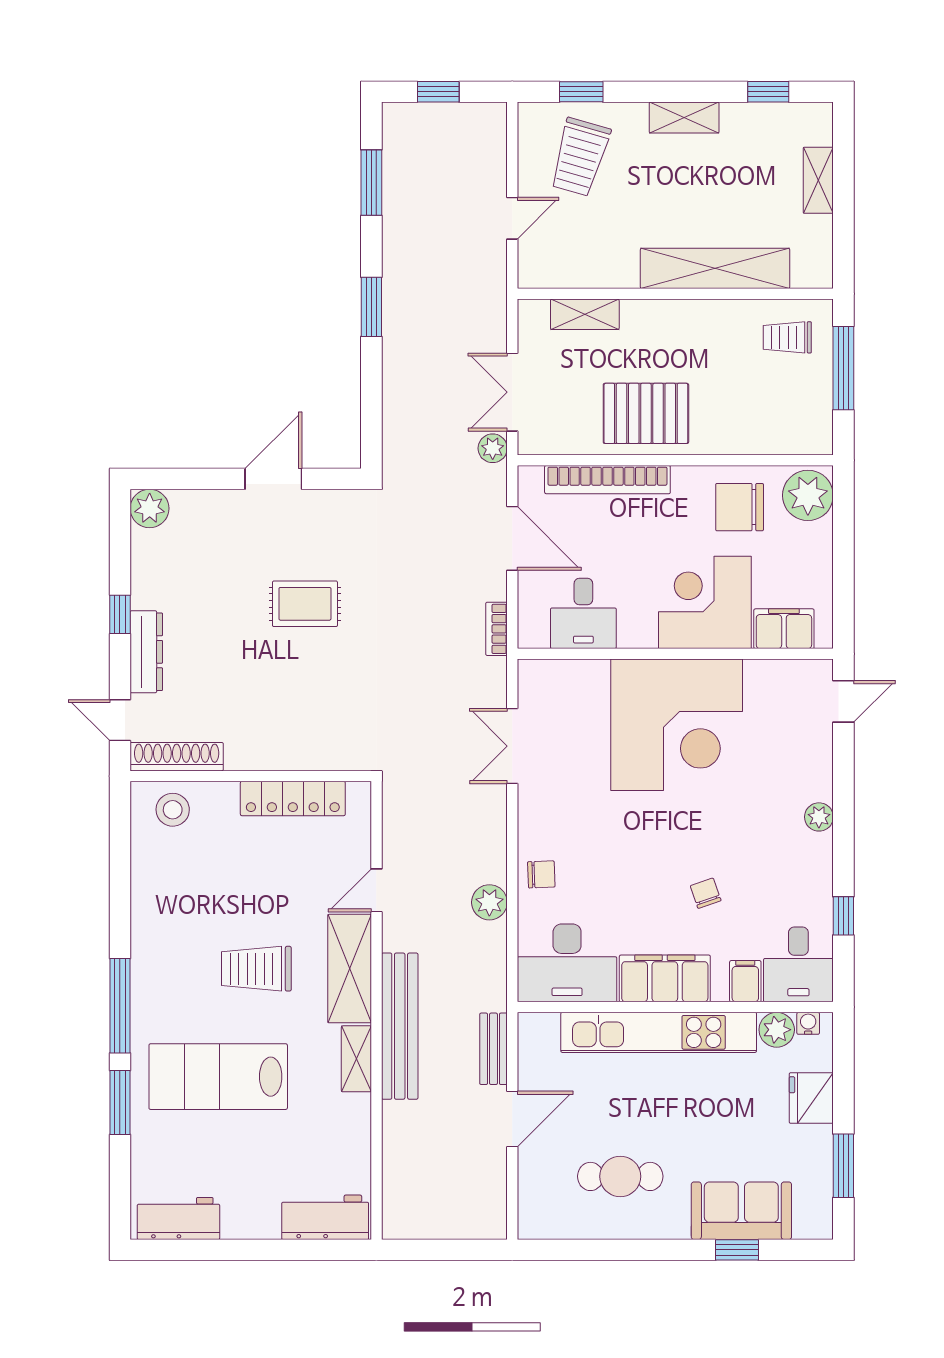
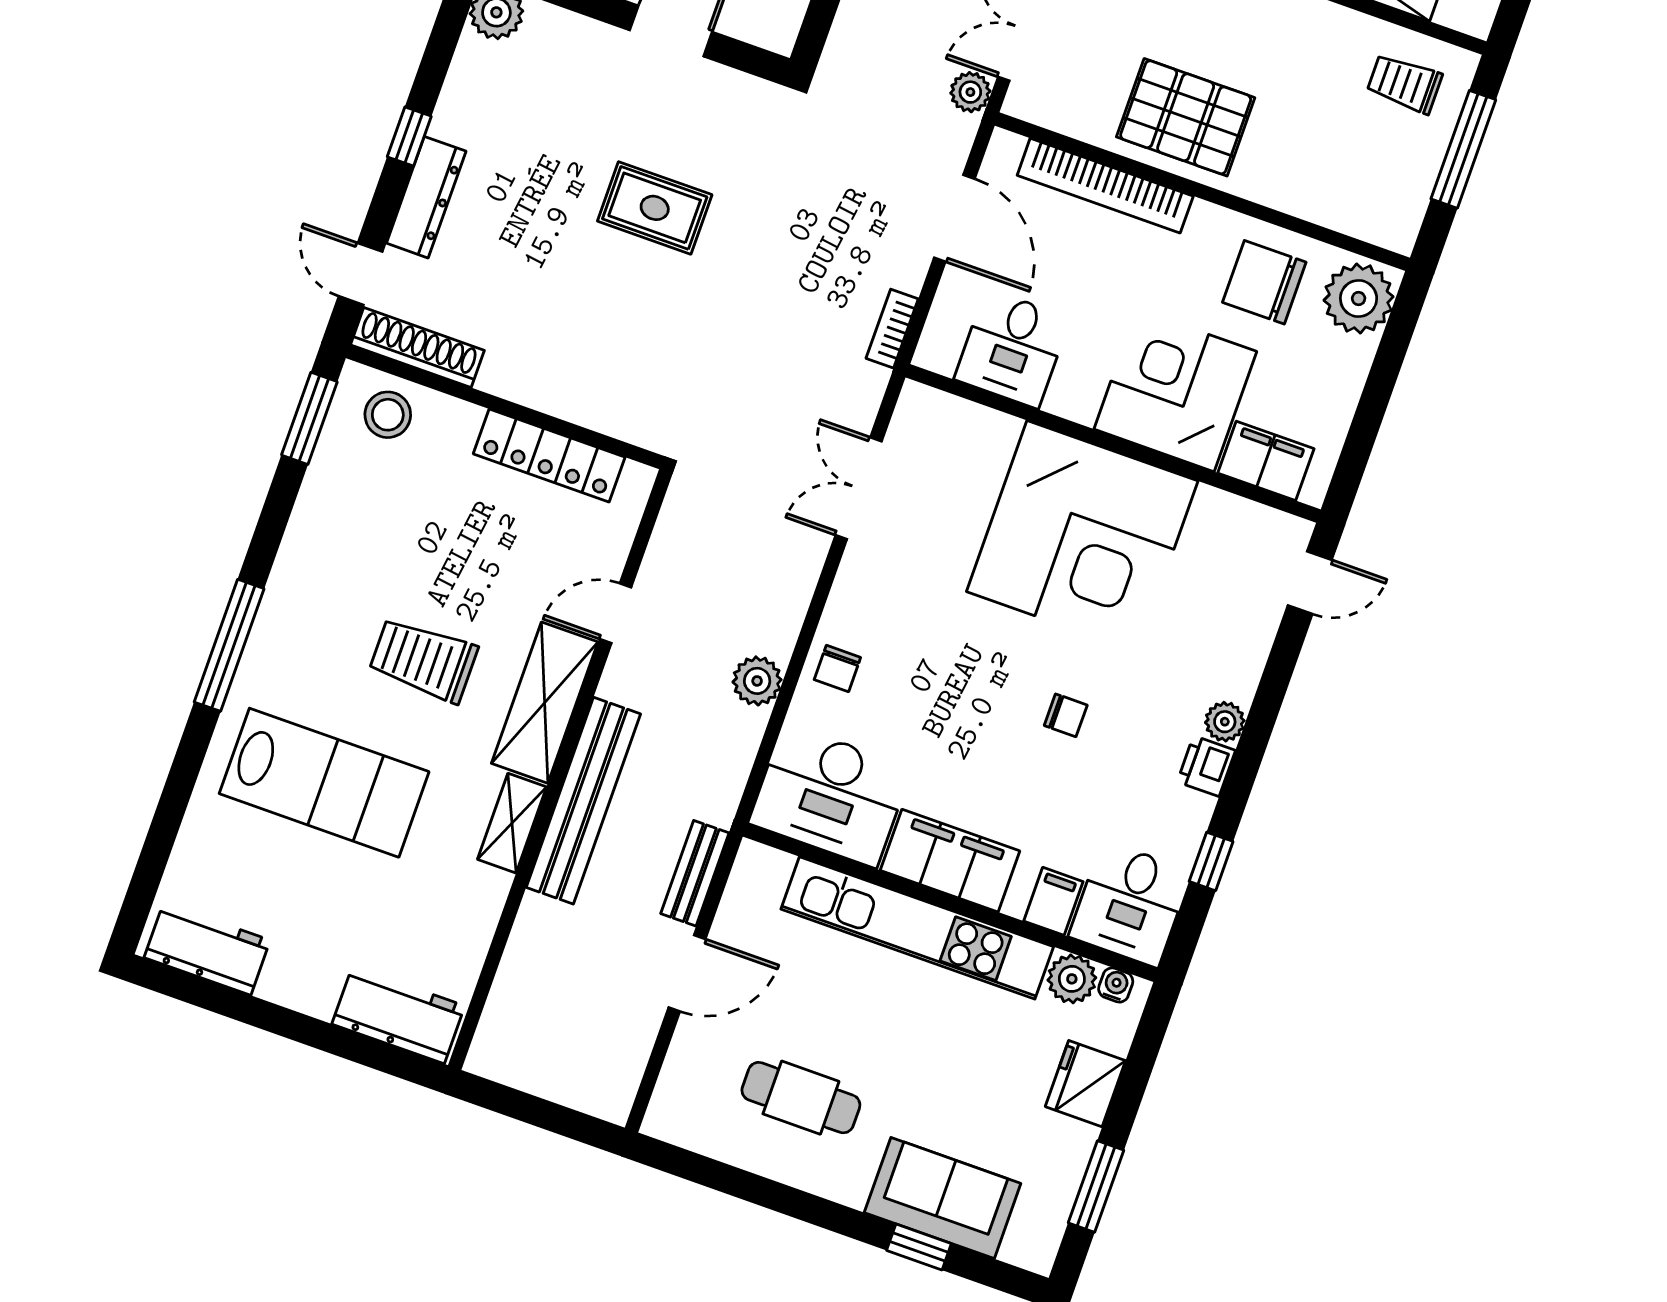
printer: (817, 852) -> (1206, 766), added
chair: (541, 874) -> (837, 669), turned 92
chair: (706, 893) -> (1066, 715), moved, turned 109
lab bench: (218, 1077) -> (324, 783), turned 180
window: (120, 1102) -> (309, 418), moved

